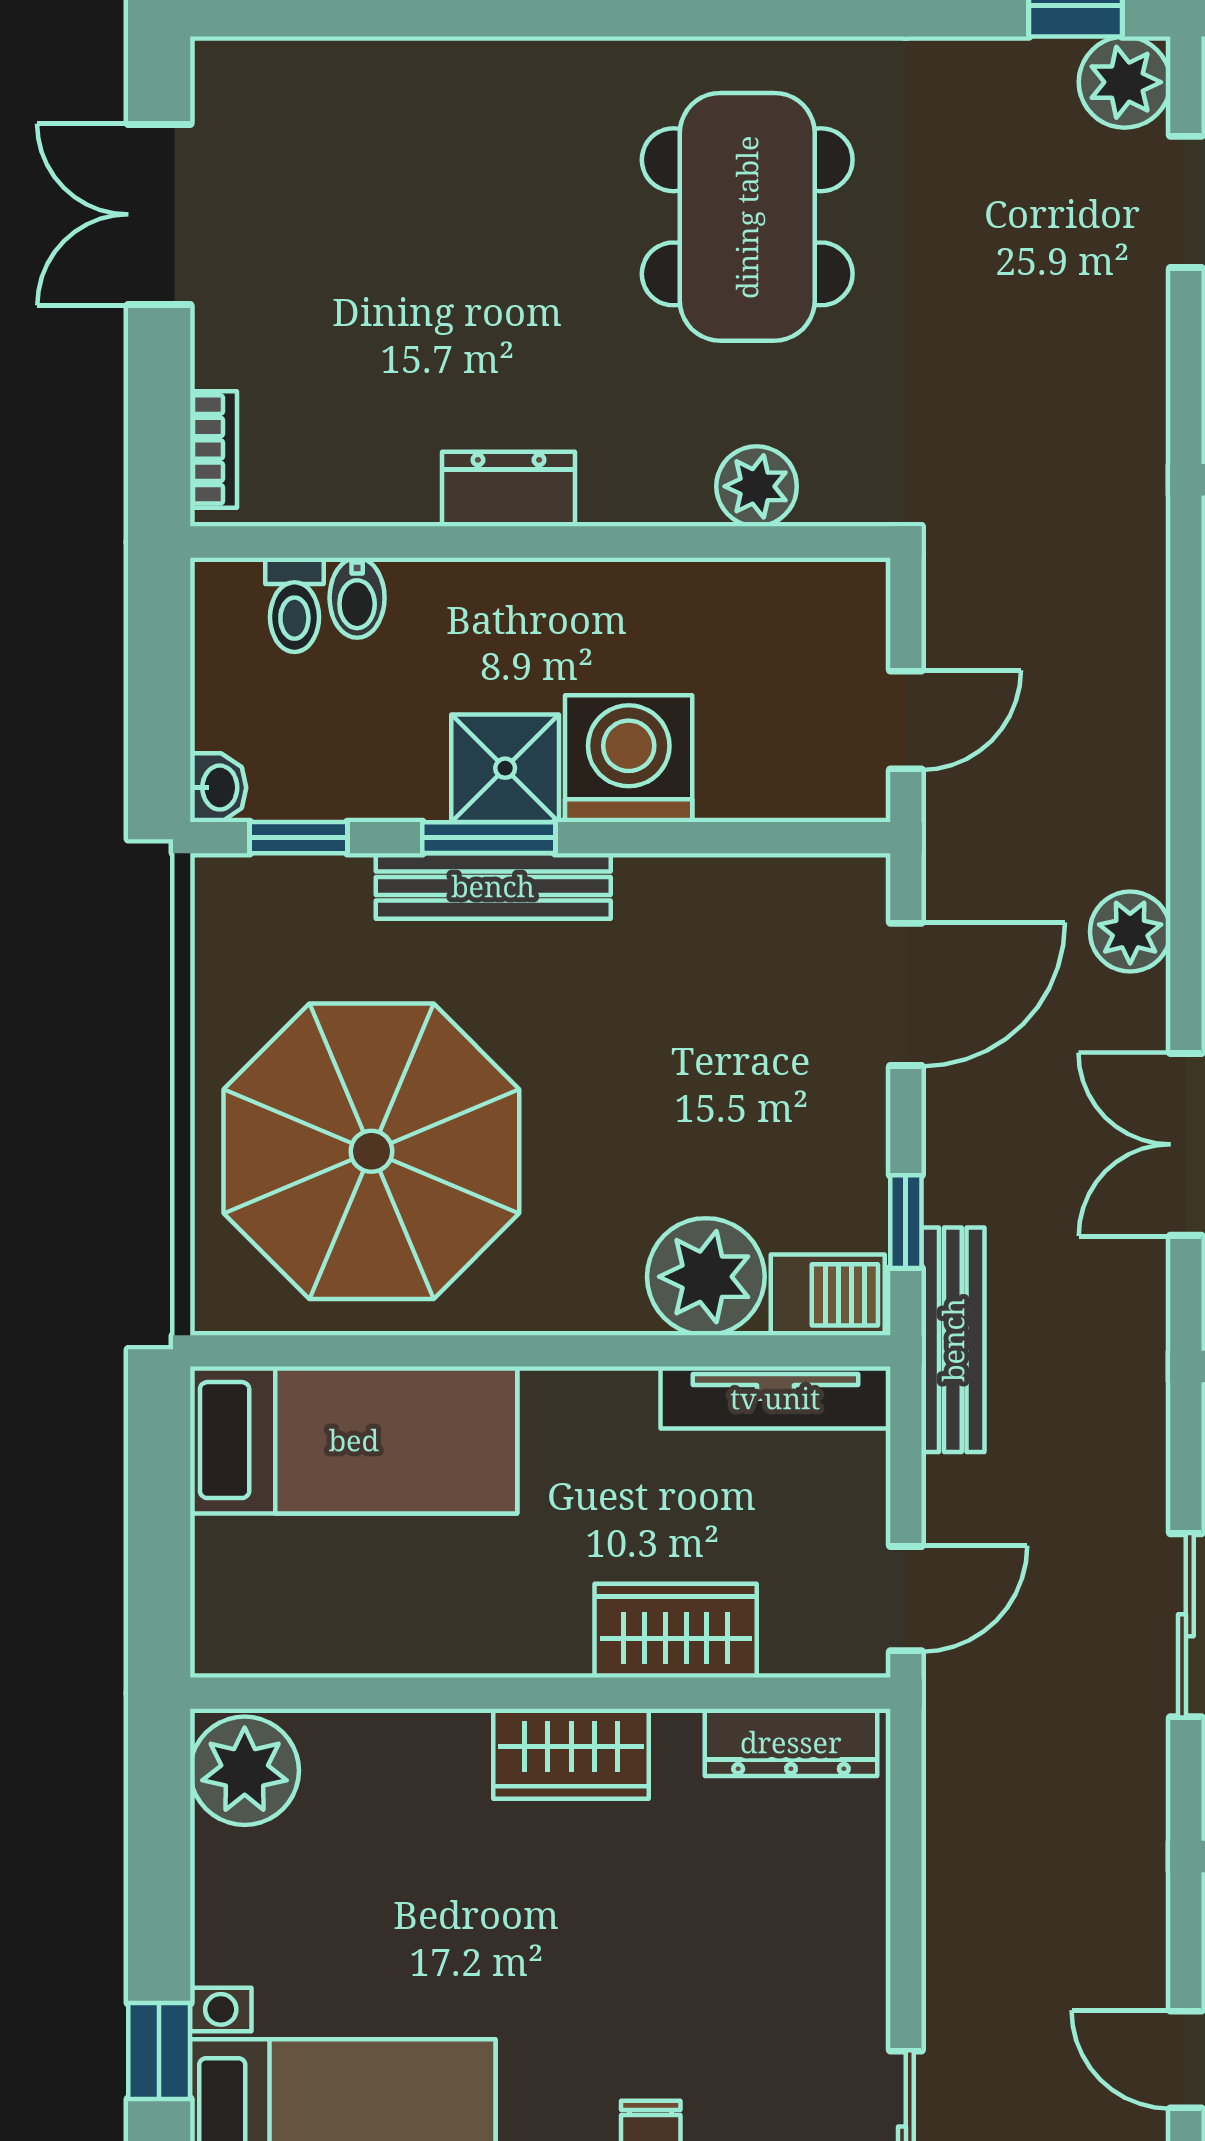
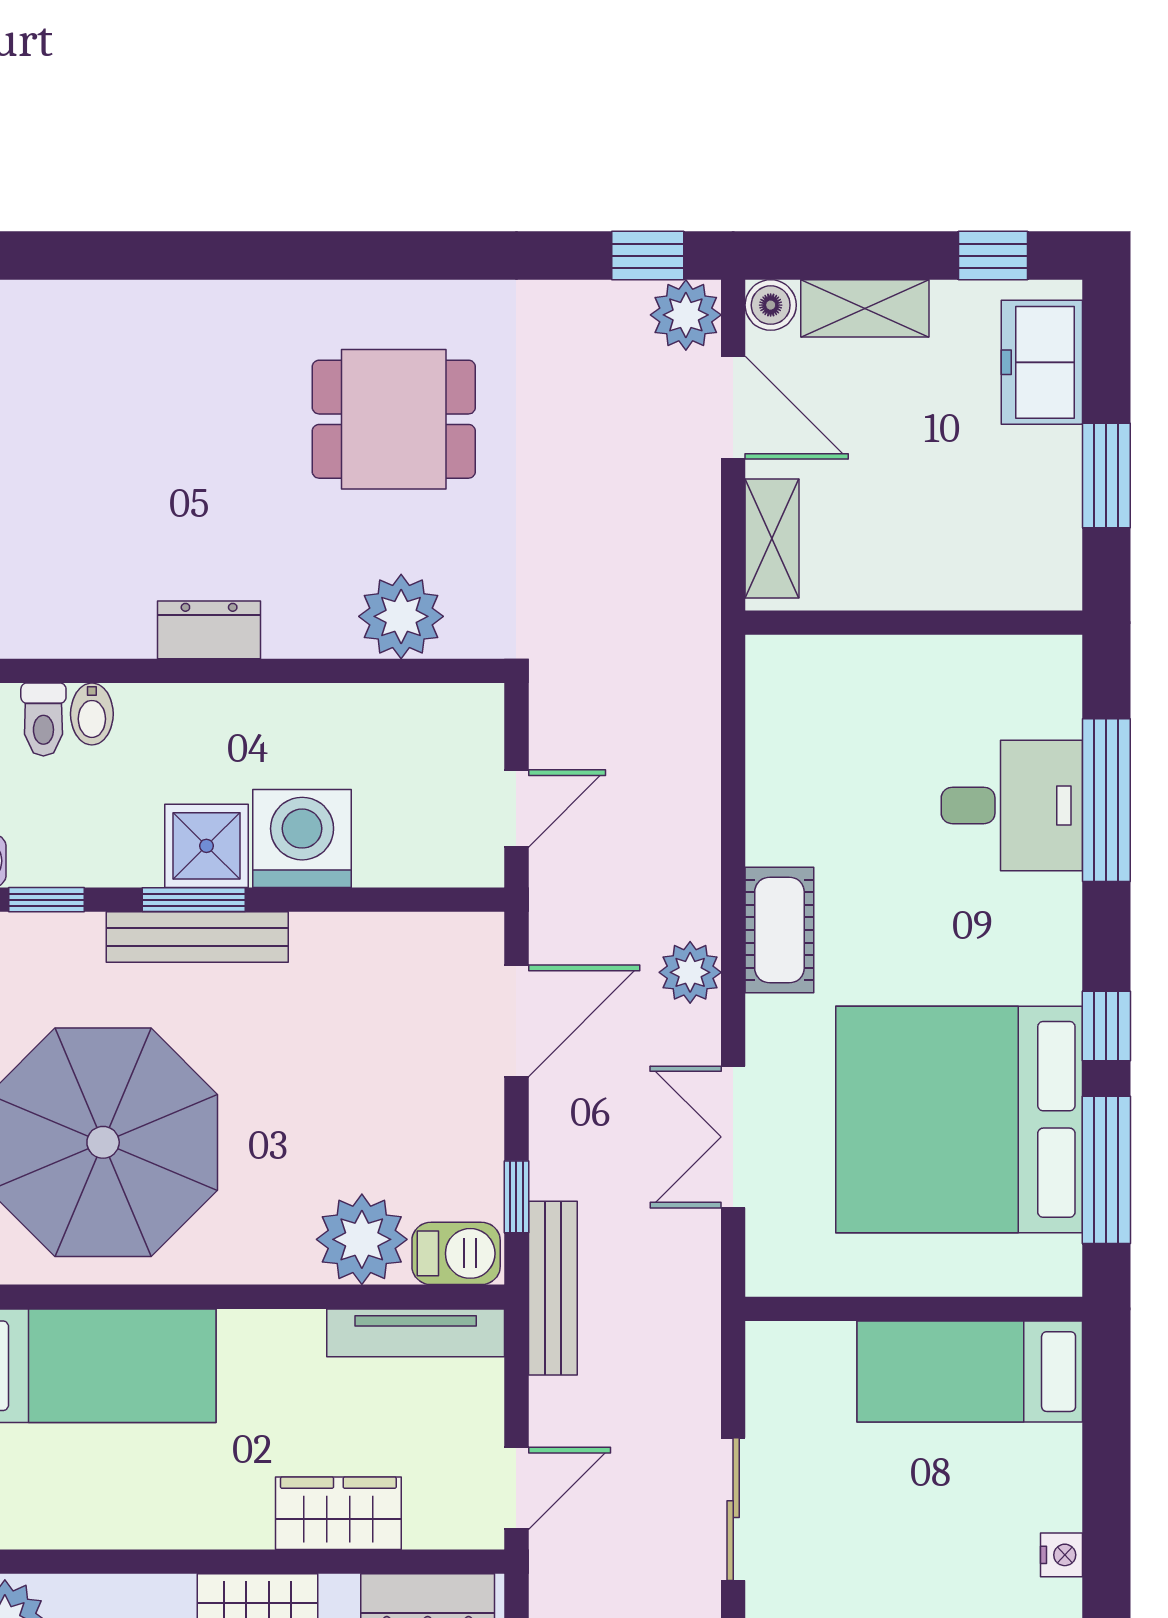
dining table: (747, 217) -> (394, 419), width x0.73
plant: (757, 486) -> (401, 616), width x1.36, depth x1.36

